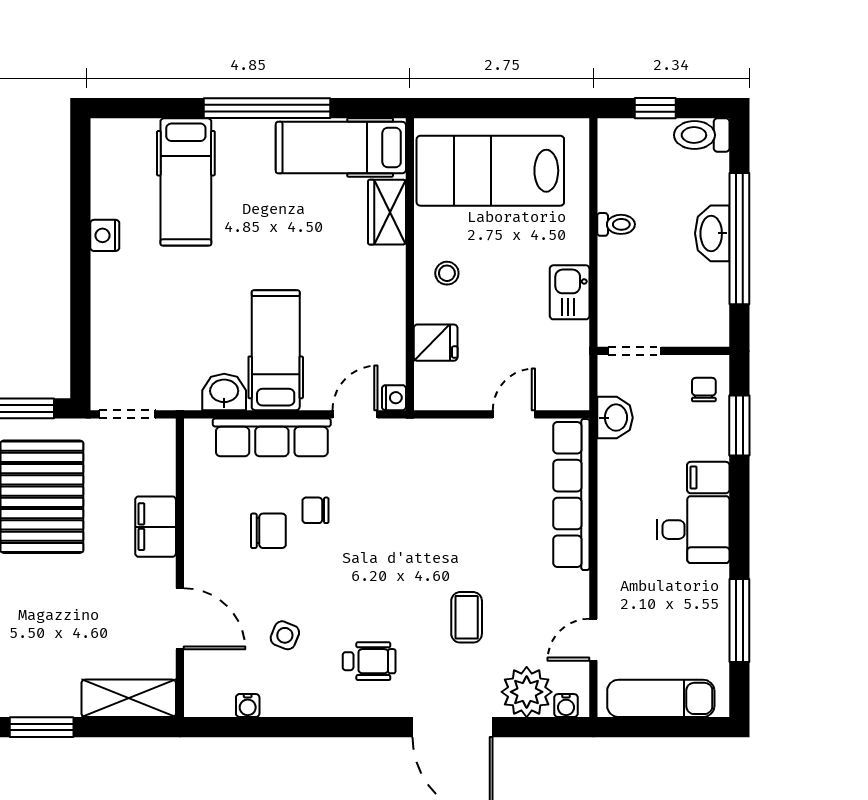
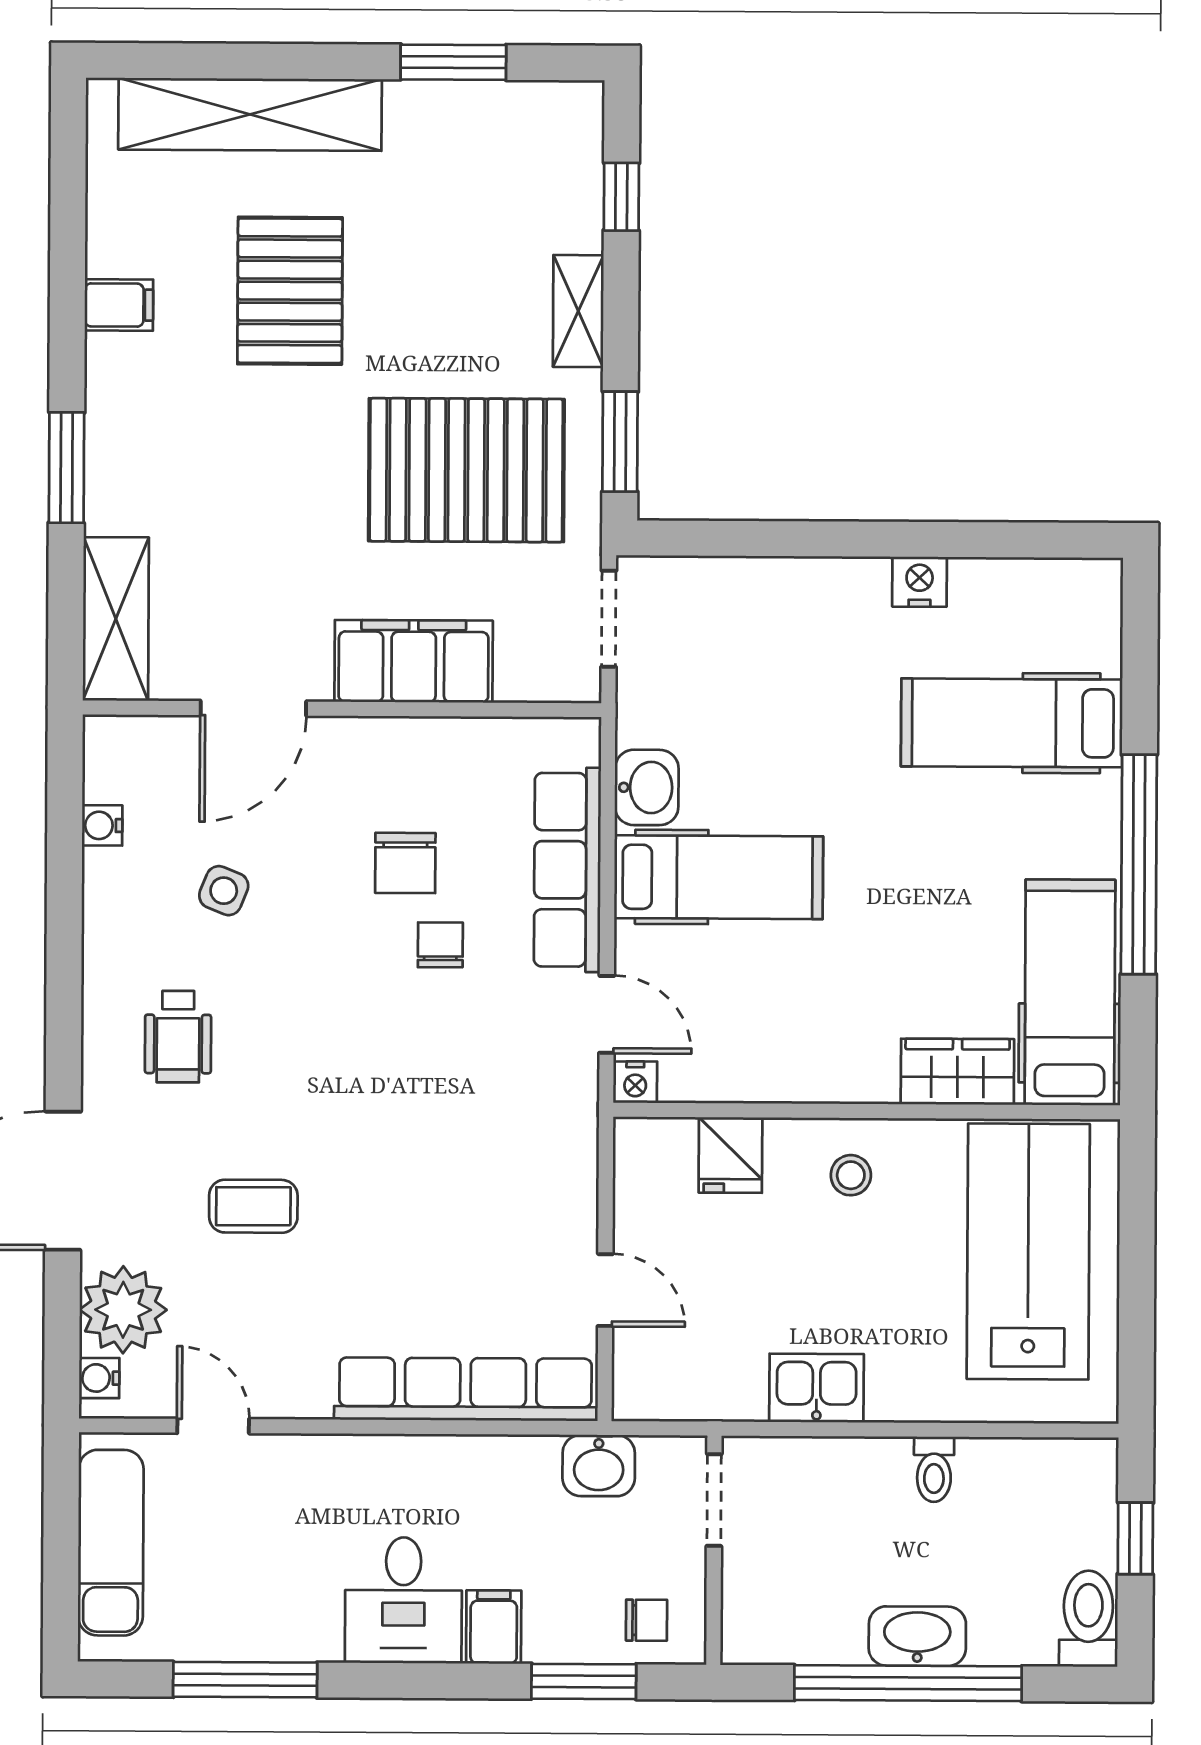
filing cabinet: (156, 527) -> (414, 661), width x1.50, depth x1.17

